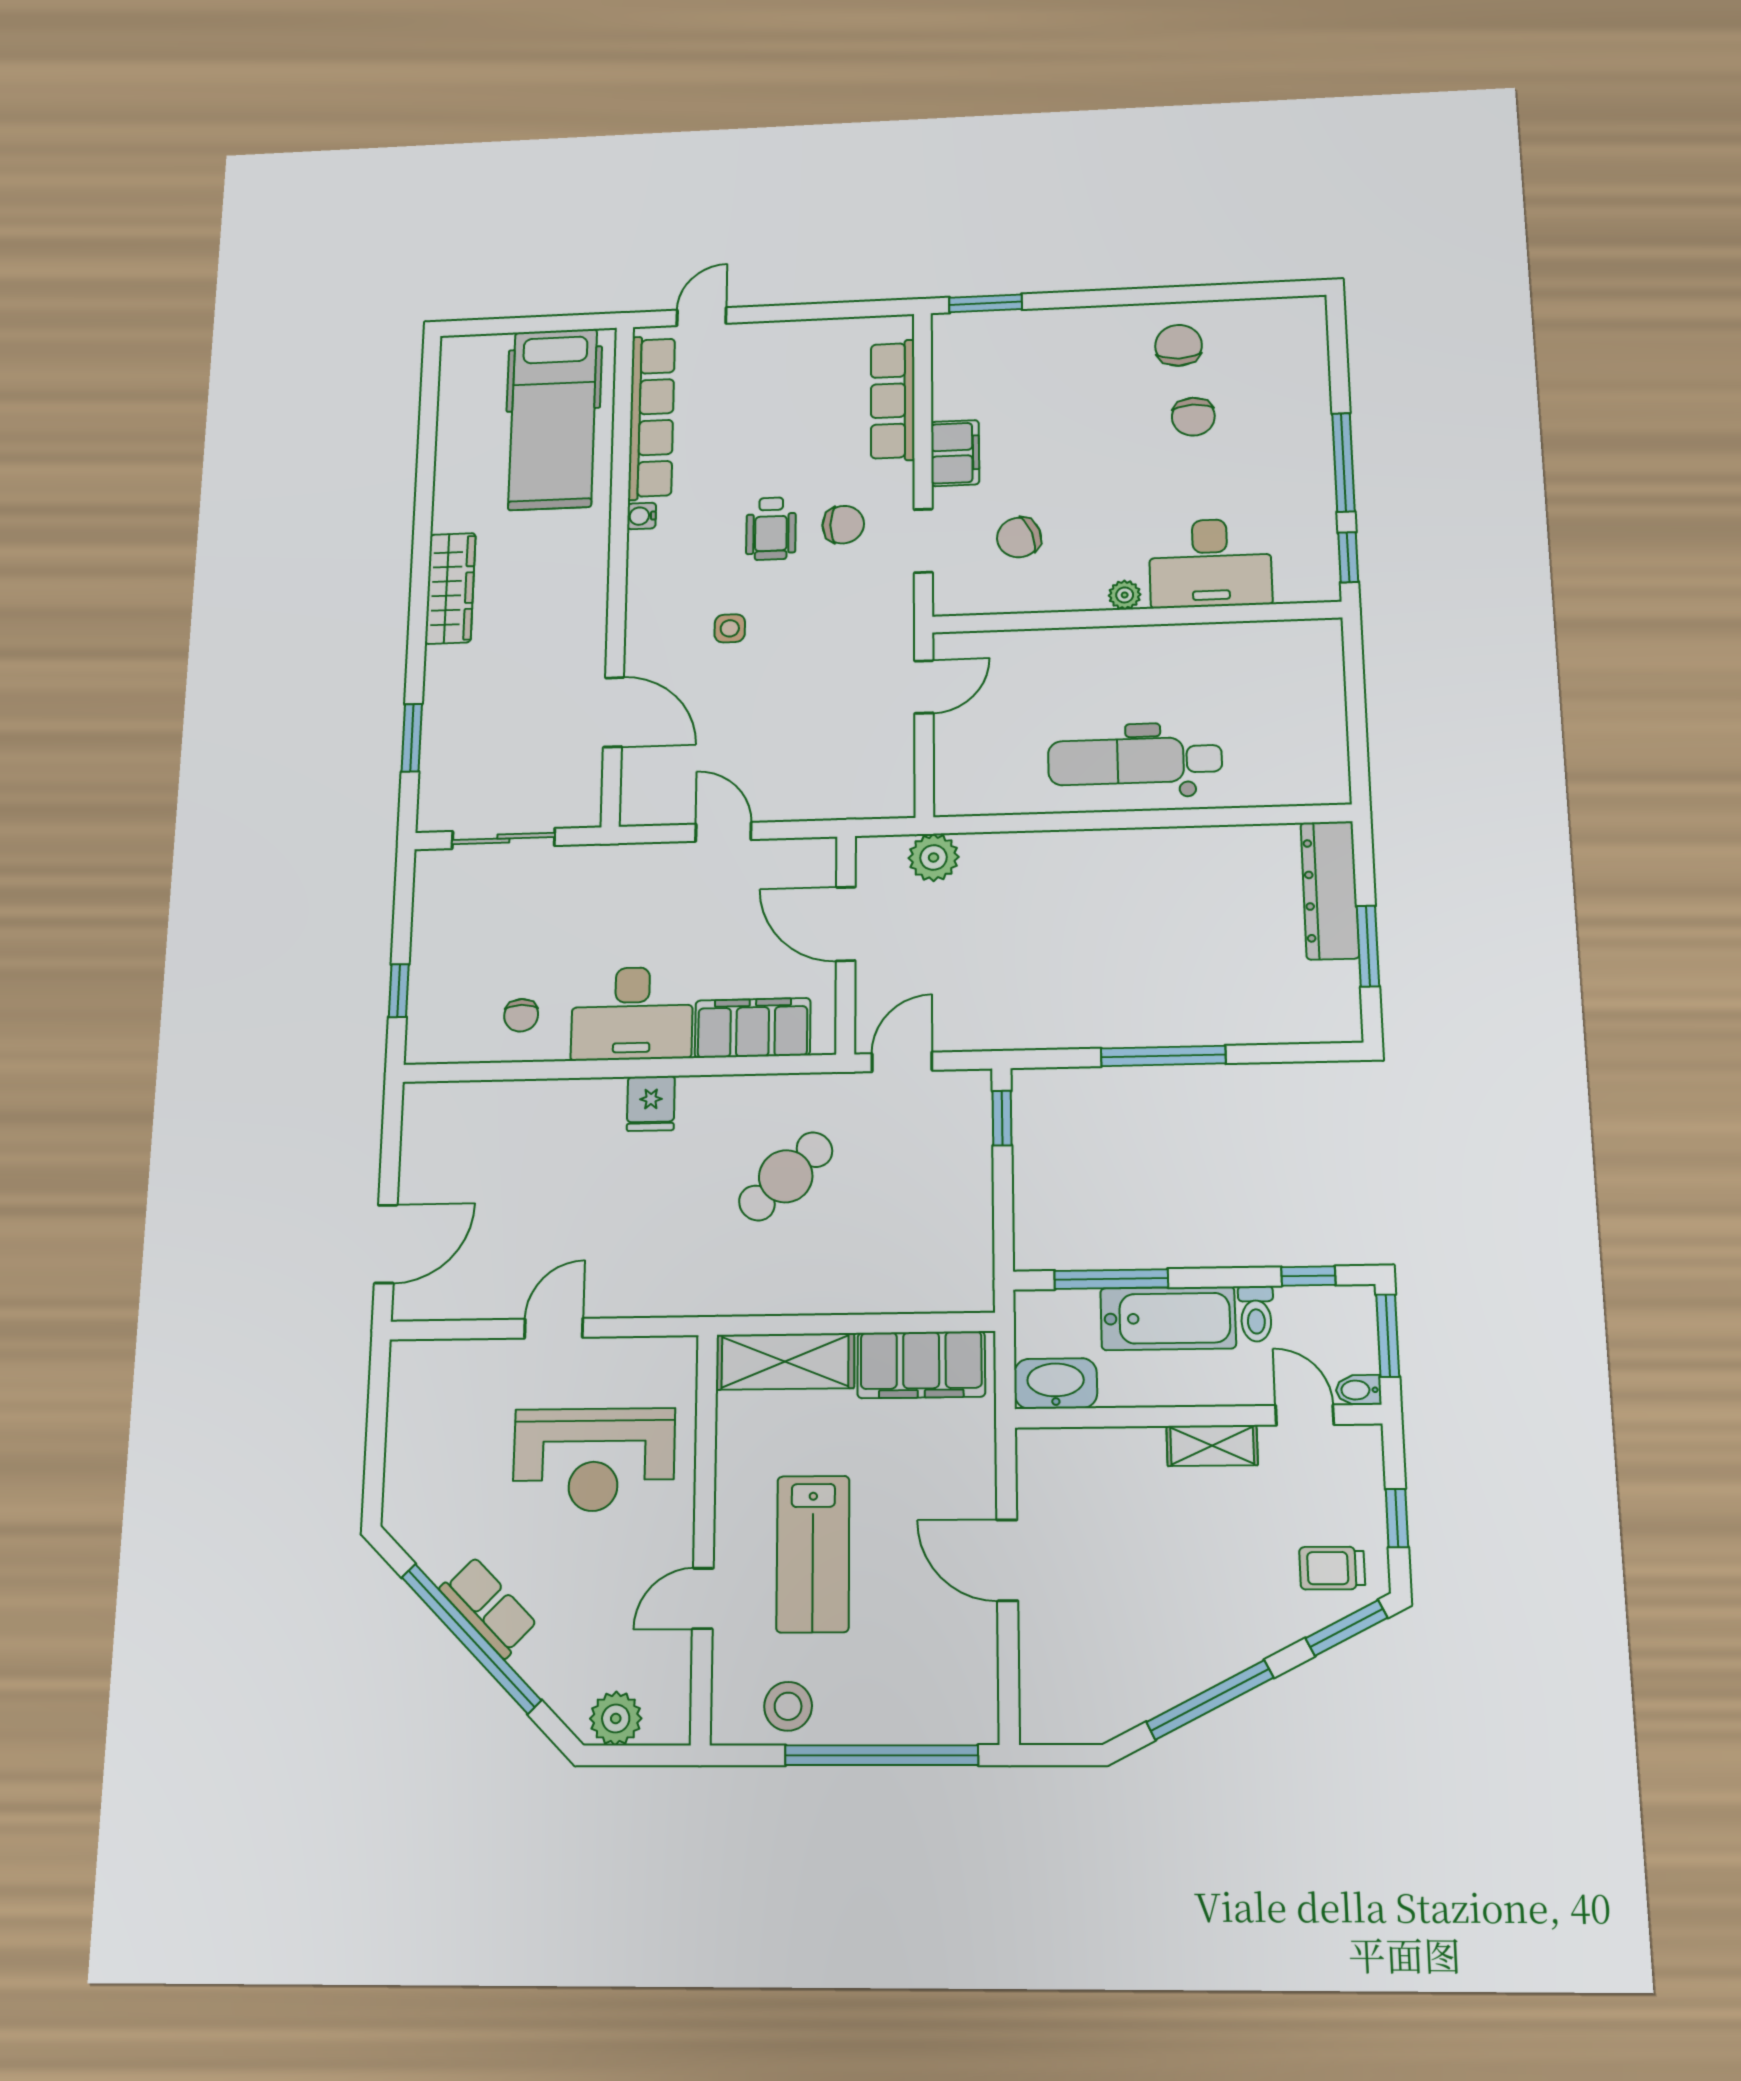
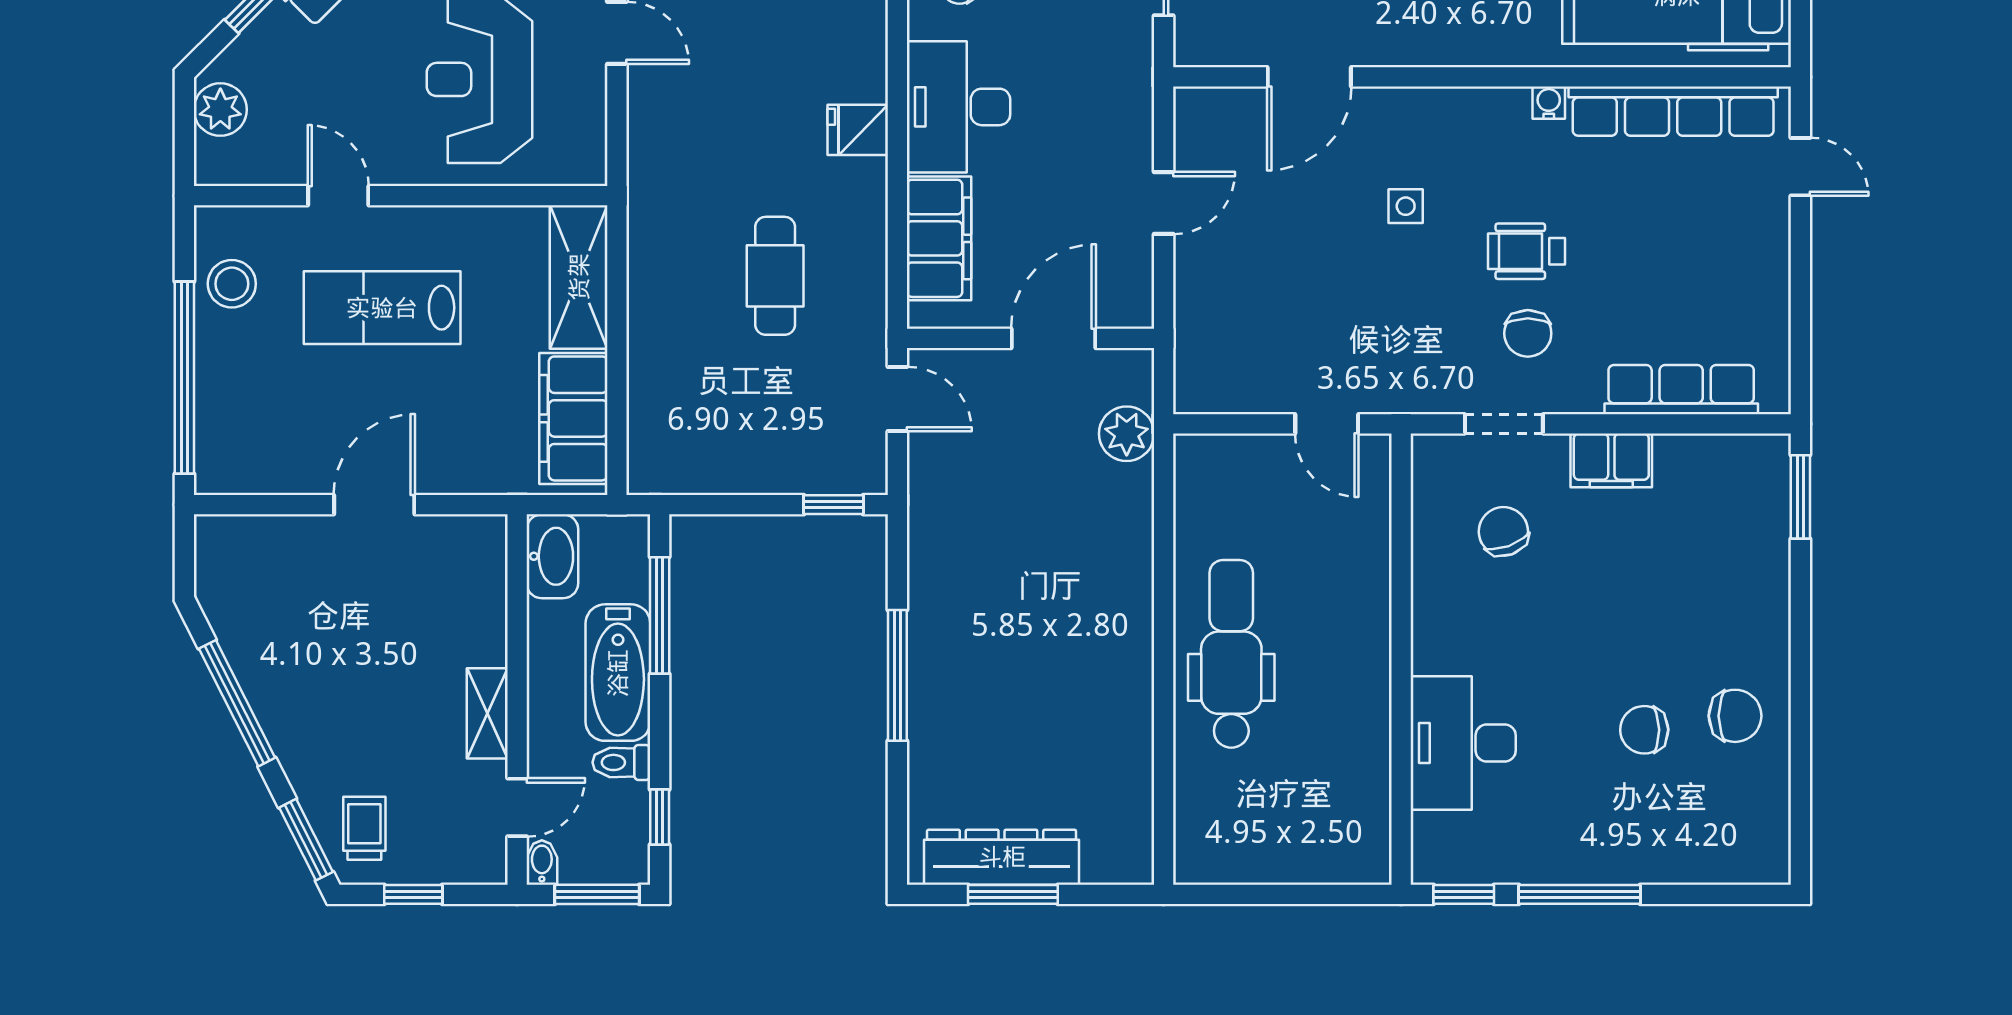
plant: (1125, 595) -> (1428, 647), removed
dresser: (1330, 890) -> (1002, 857), moved
cafe table: (786, 1176) -> (775, 276), turned 43

